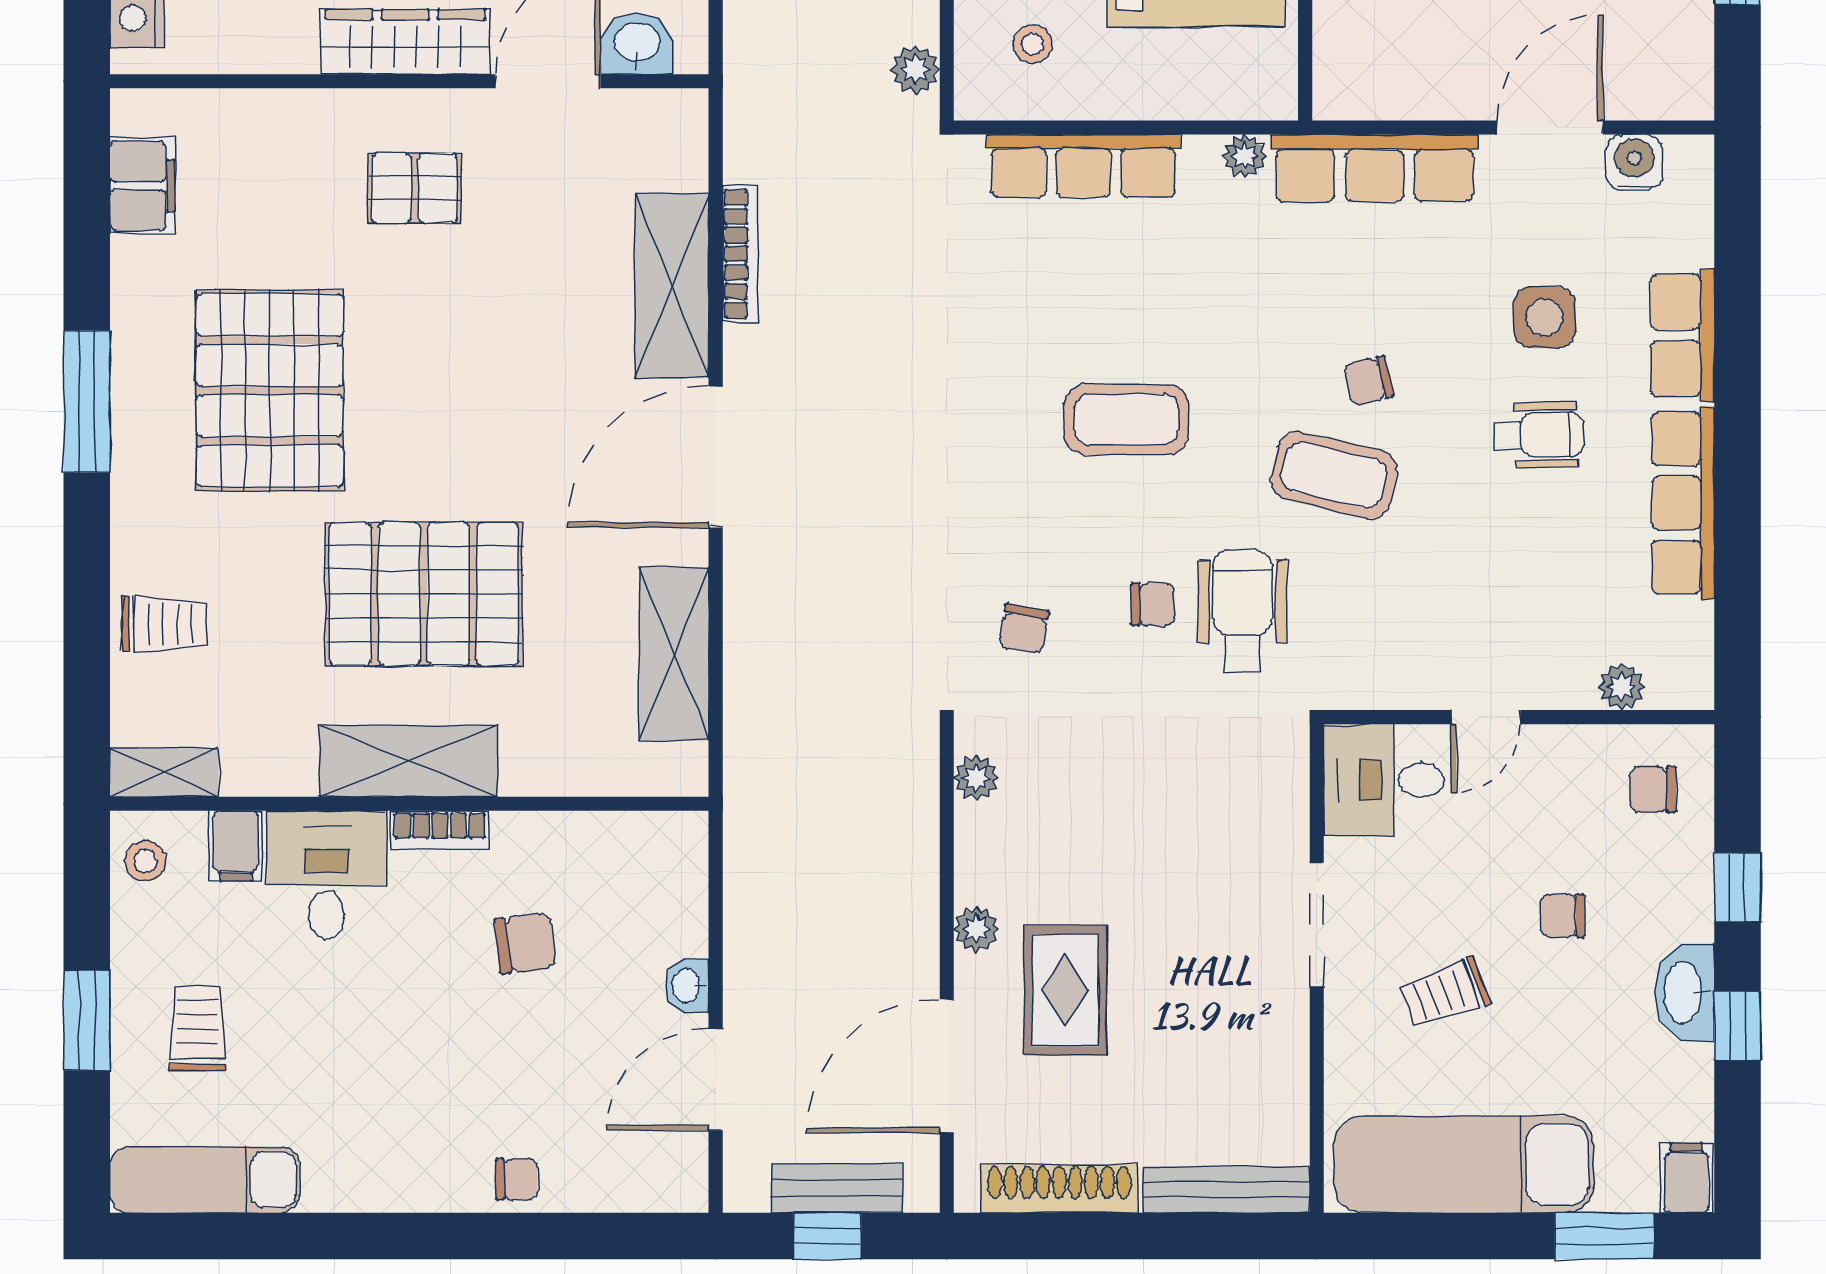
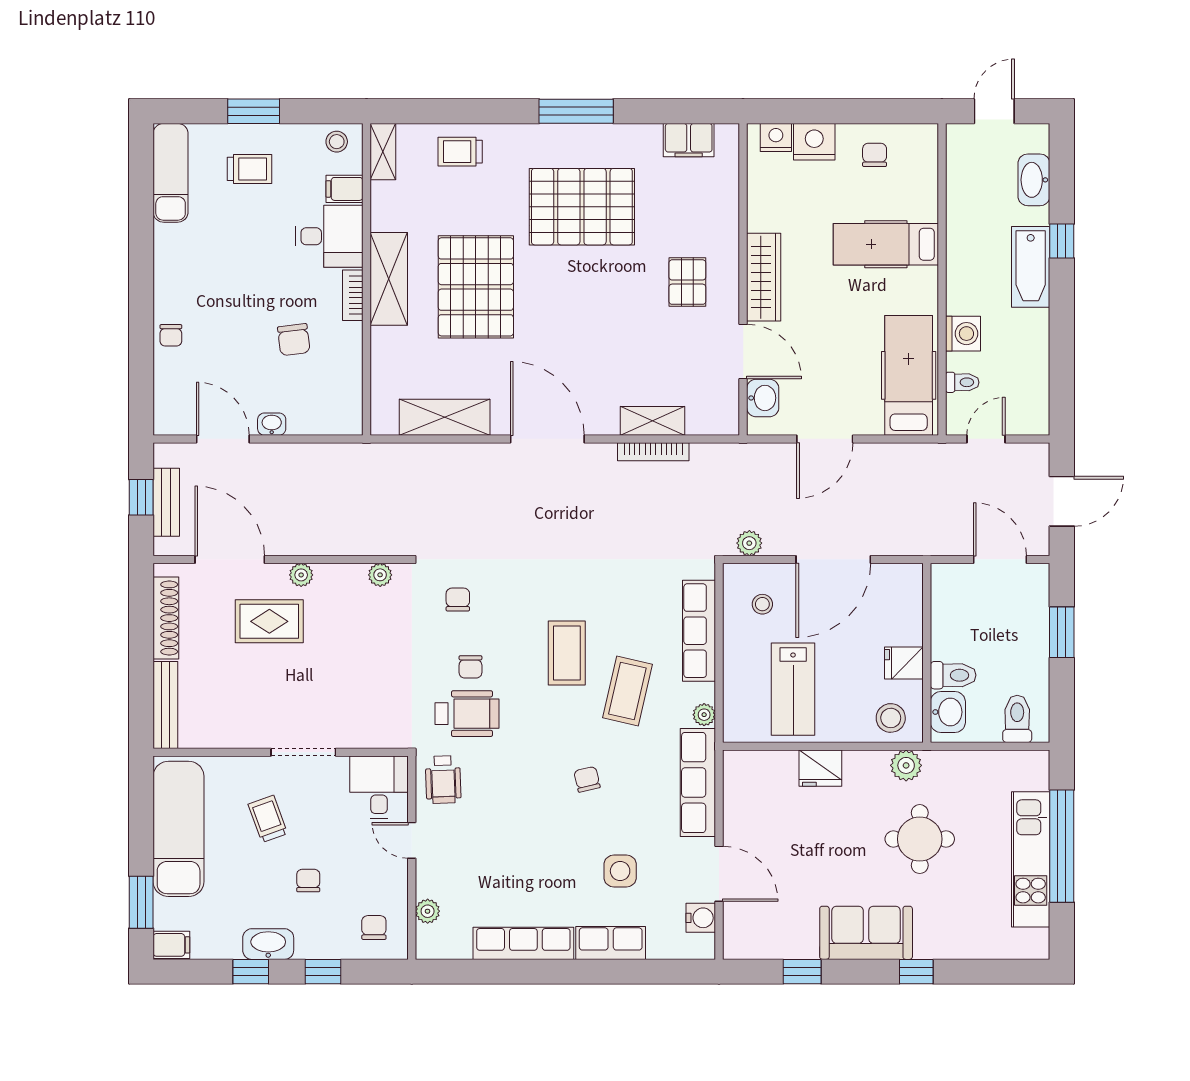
shelving: (672, 286) -> (653, 421), width x0.67, depth x0.75
wheelchair: (1539, 435) -> (443, 780), moved
coffee table: (1334, 475) -> (627, 691), moved
trolley: (164, 624) -> (460, 152), turned 90
chair: (1024, 629) -> (458, 600), turned 80

